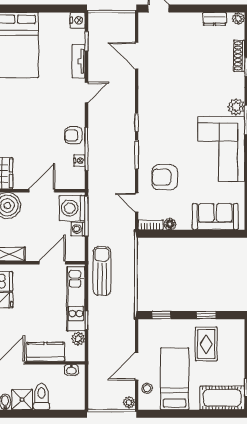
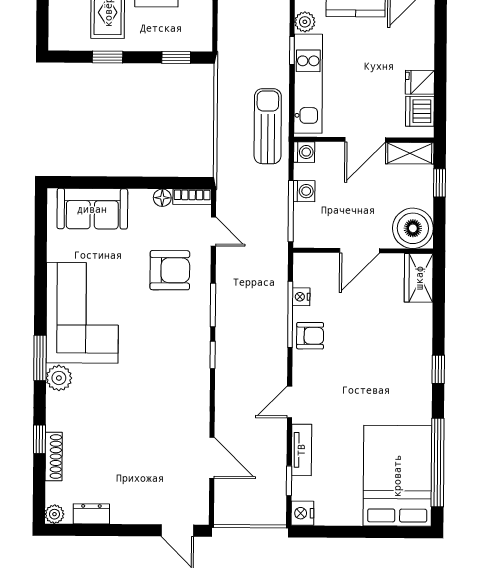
washing machine: (72, 208) -> (304, 152), moved, width x0.53, depth x0.53
door: (52, 263) -> (365, 140), moved
sun lounger: (102, 271) -> (268, 126), turned 180

